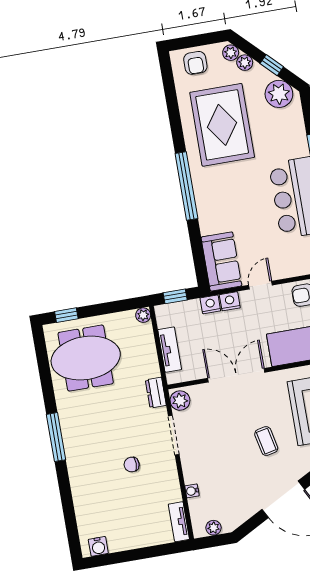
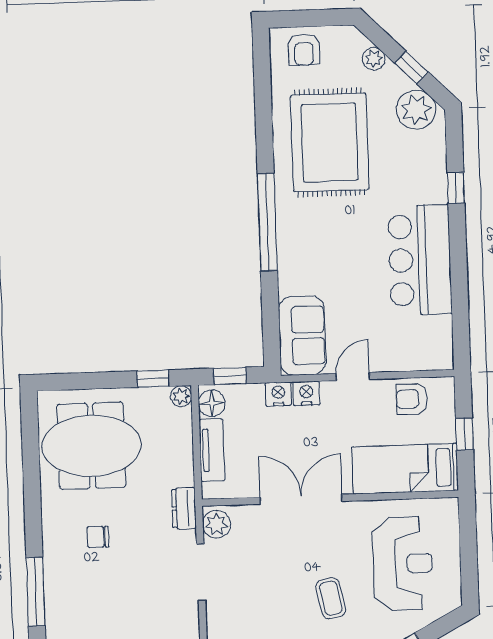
plant: (231, 53) -> (356, 42), removed
window: (66, 315) -> (153, 379), moved
floor lamp: (165, 317) -> (212, 403), added
window: (56, 437) -> (36, 592), moved
chair: (132, 465) -> (98, 537), moved

